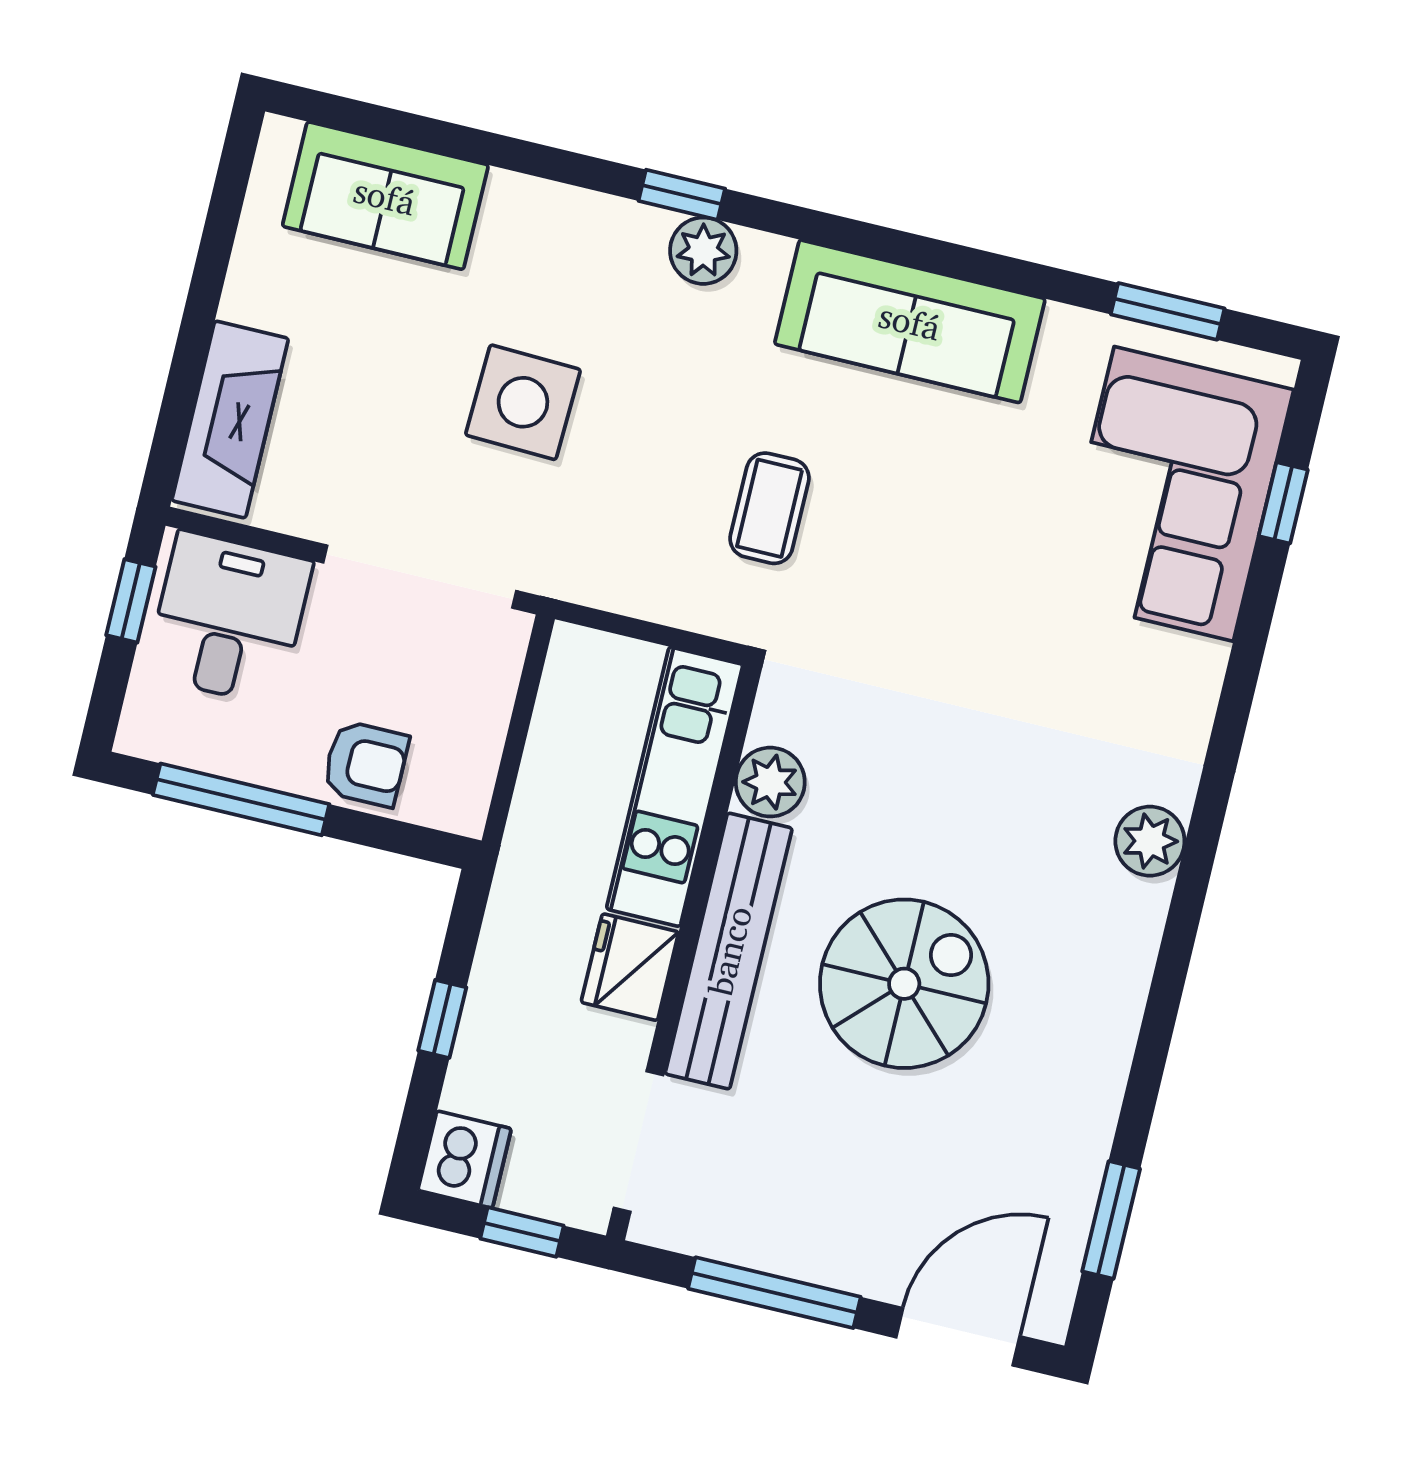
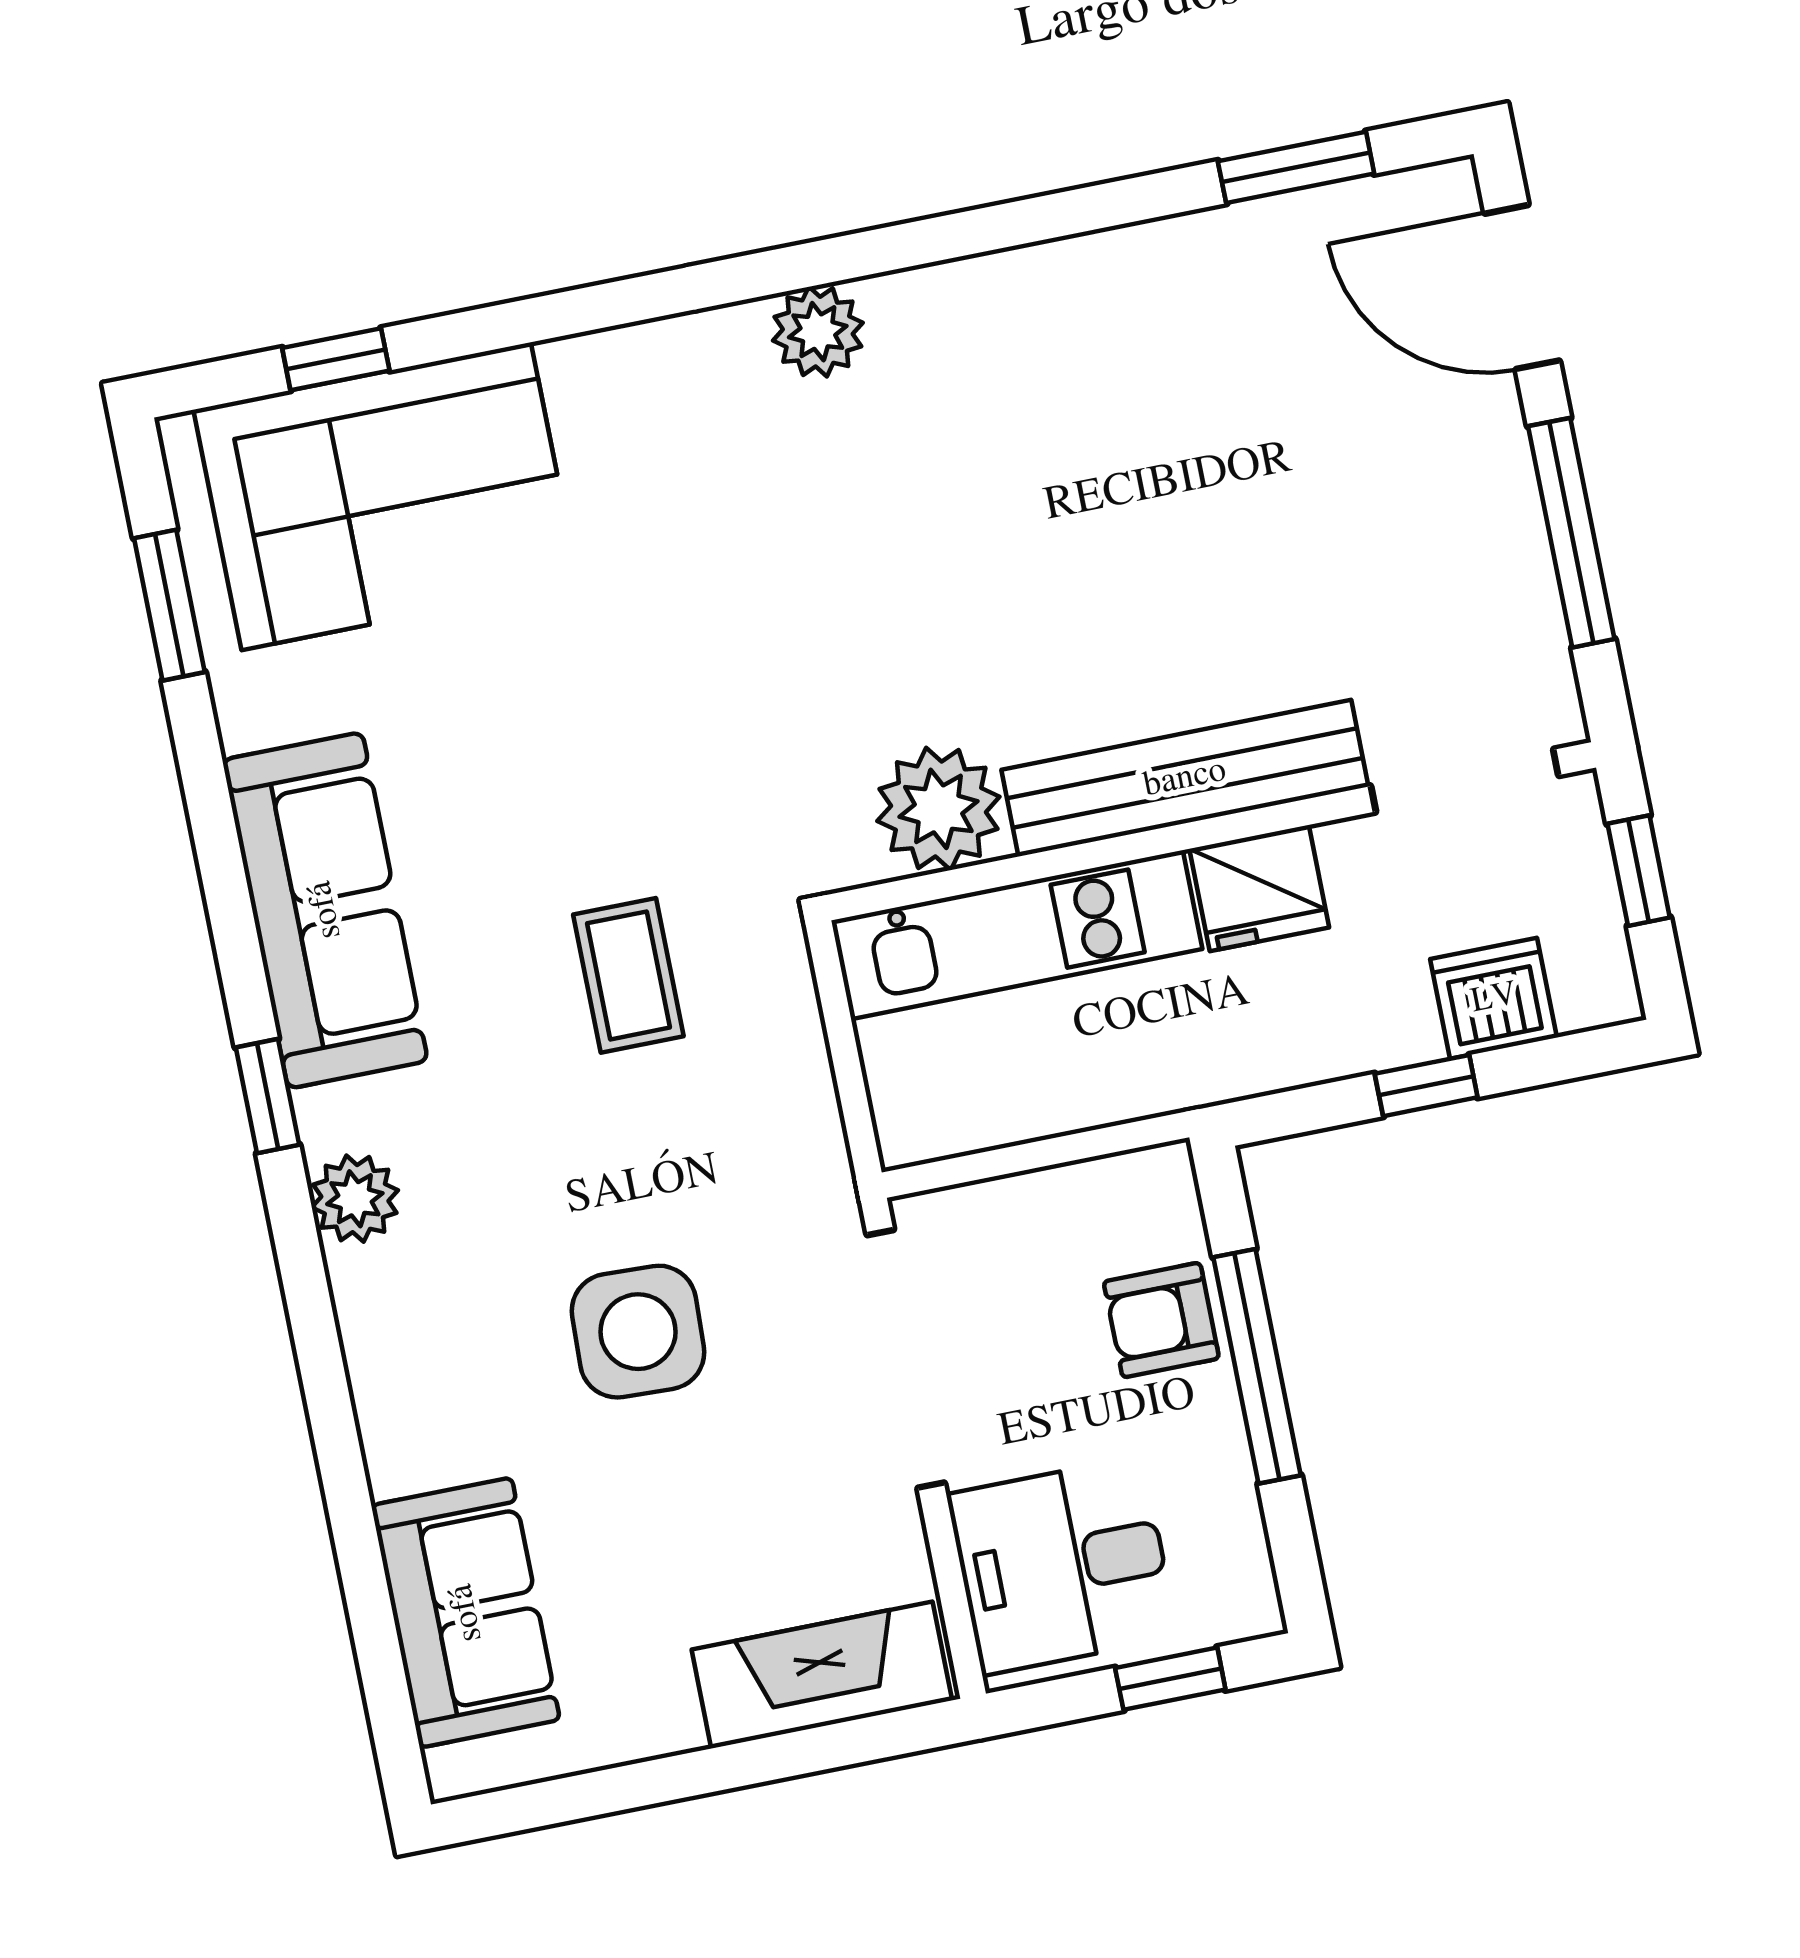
window: (682, 195) -> (268, 1096), moved
coffee table: (770, 508) -> (628, 975), turned 90
window: (131, 601) -> (1170, 1679), moved
armchair: (366, 764) -> (1161, 1320), turned -90
plant: (770, 782) -> (938, 809), width x1.36, depth x1.36
window: (241, 799) -> (1257, 1366), moved
spiral stairs: (904, 984) -> (1127, 548), removed
dishwasher: (465, 1160) -> (1494, 998), moved

